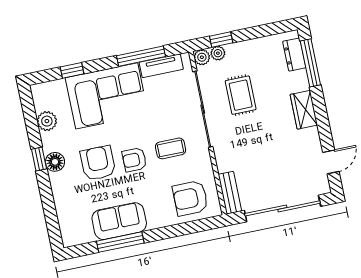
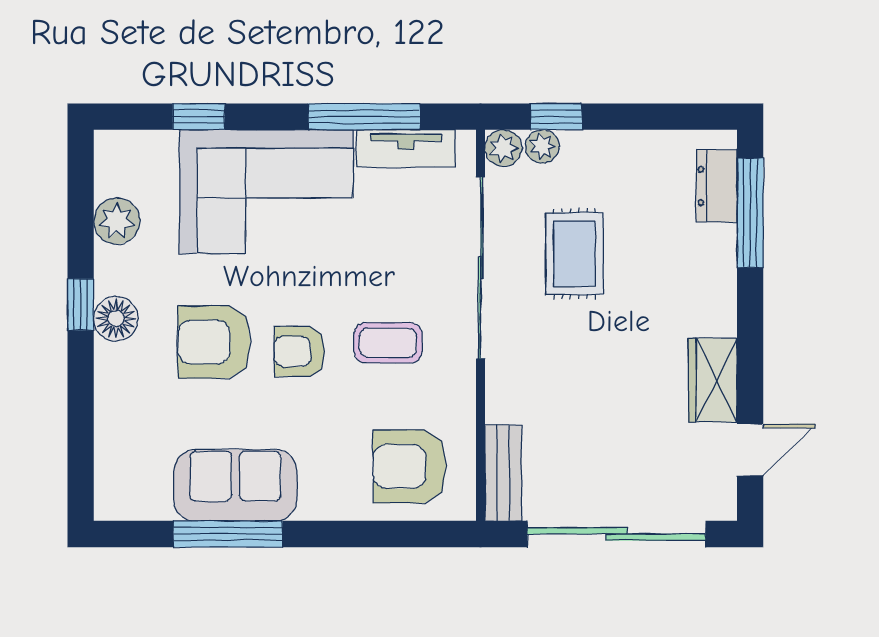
wardrobe: (304, 110) -> (713, 380), moved
armchair: (98, 163) -> (214, 342), turned -90

